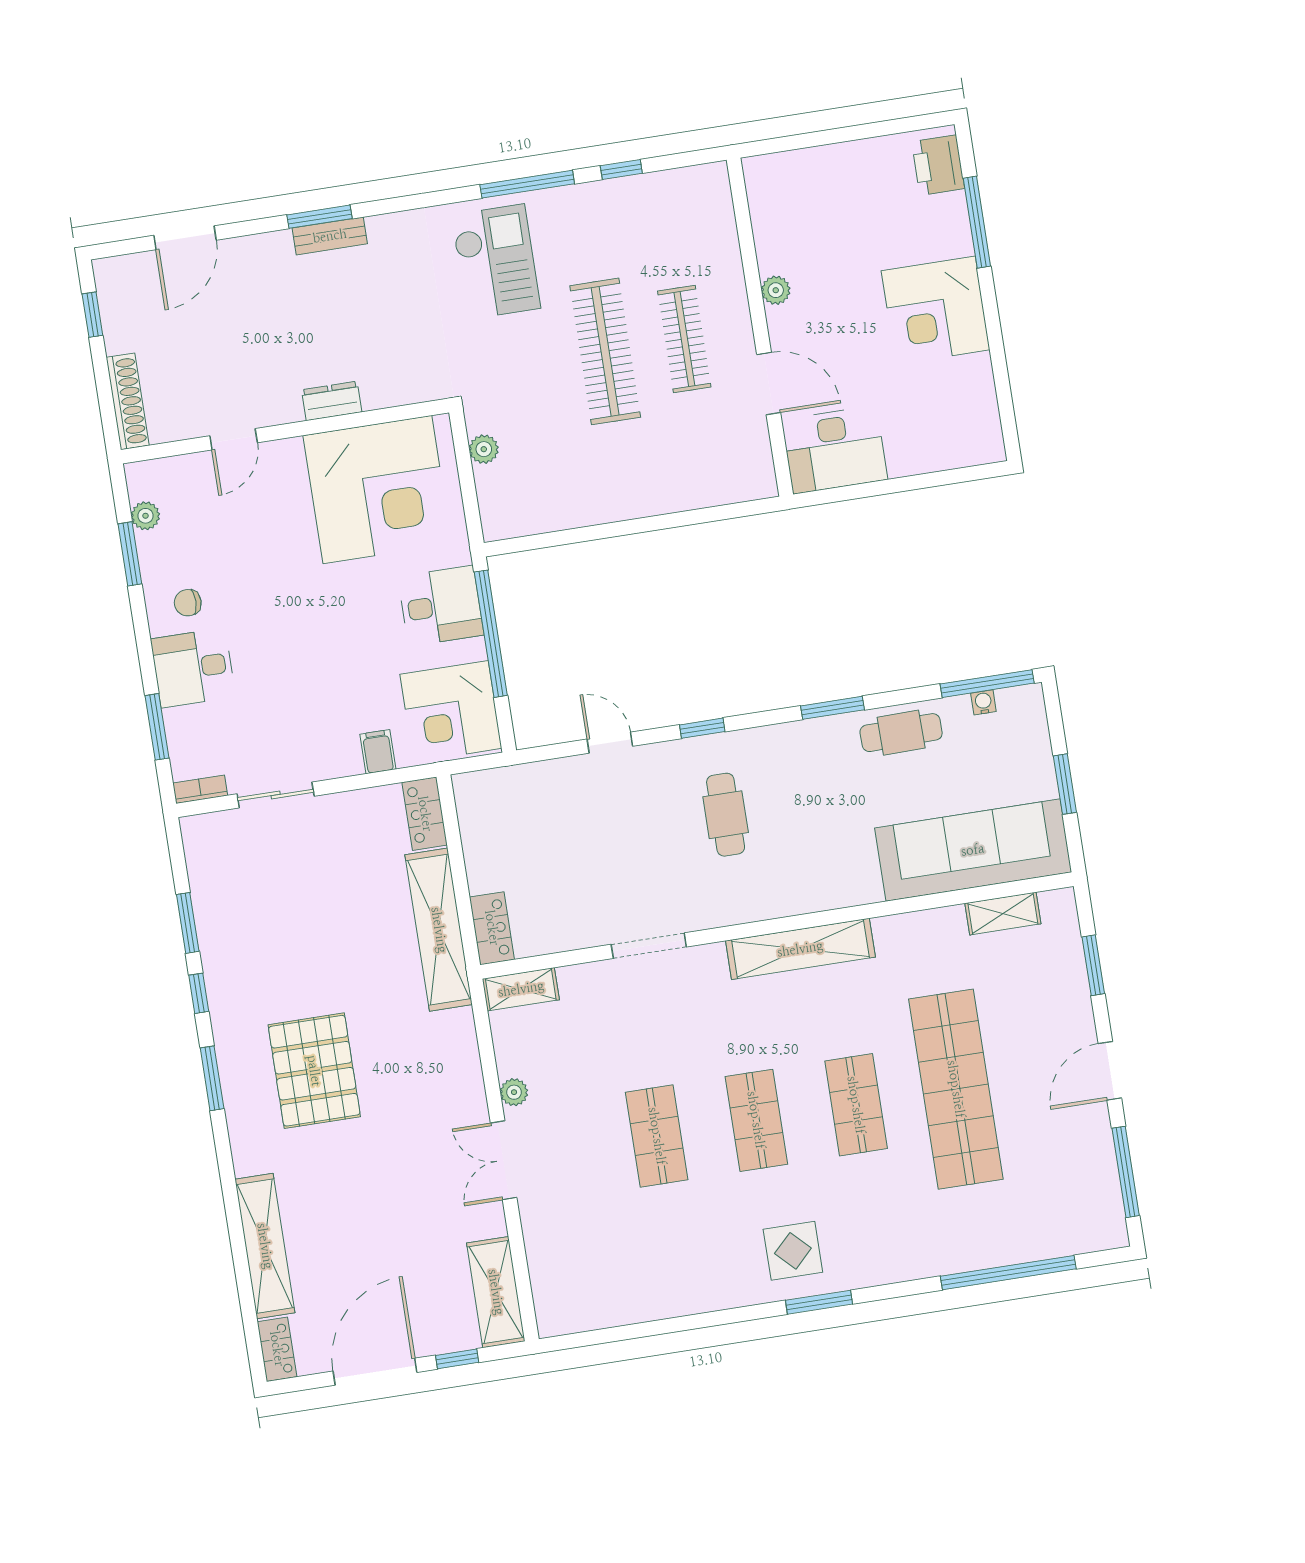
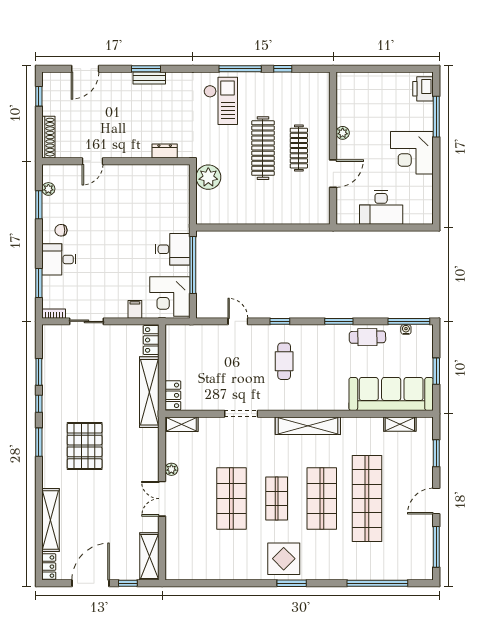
door: (769, 383) -> (333, 174), hinge flipped
dresser: (332, 401) -> (165, 151), moved
plant: (484, 449) -> (208, 177), width x1.87, depth x1.87
desk: (835, 450) -> (381, 207), moved
corner desk: (377, 490) -> (153, 193), removed
shop shelf: (856, 1105) -> (322, 499), width x1.43, depth x1.36
shop shelf: (657, 1136) -> (231, 499), width x1.43, depth x1.36
display table: (793, 1251) -> (284, 559), width x1.36, depth x1.36

